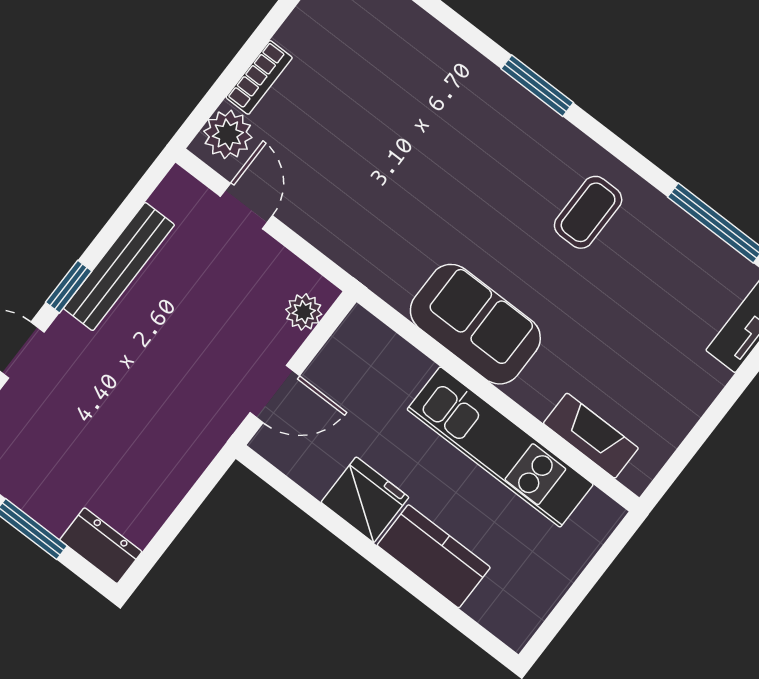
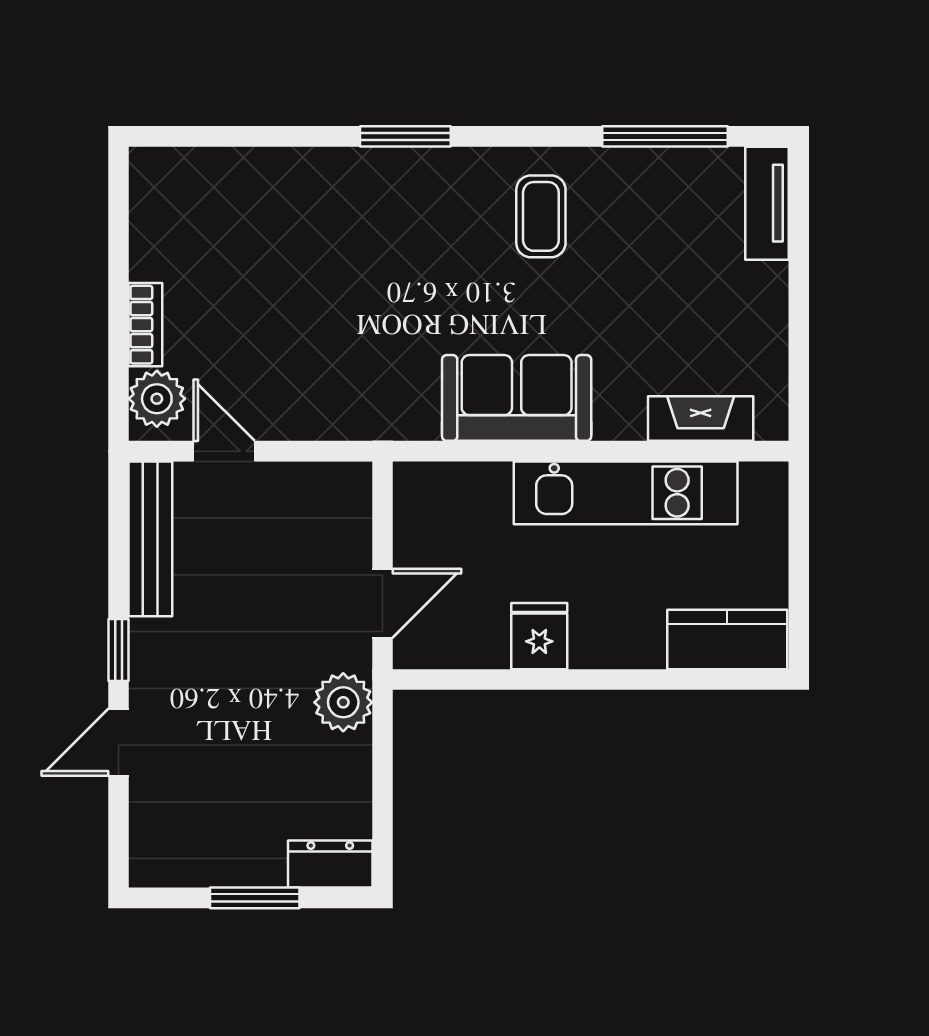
bench: (119, 267) -> (150, 539), moved
plant: (304, 312) -> (343, 702), moved, width x1.38, depth x1.38
fridge: (365, 500) -> (539, 636), width x0.72
kitchen counter: (434, 556) -> (727, 639), moved

